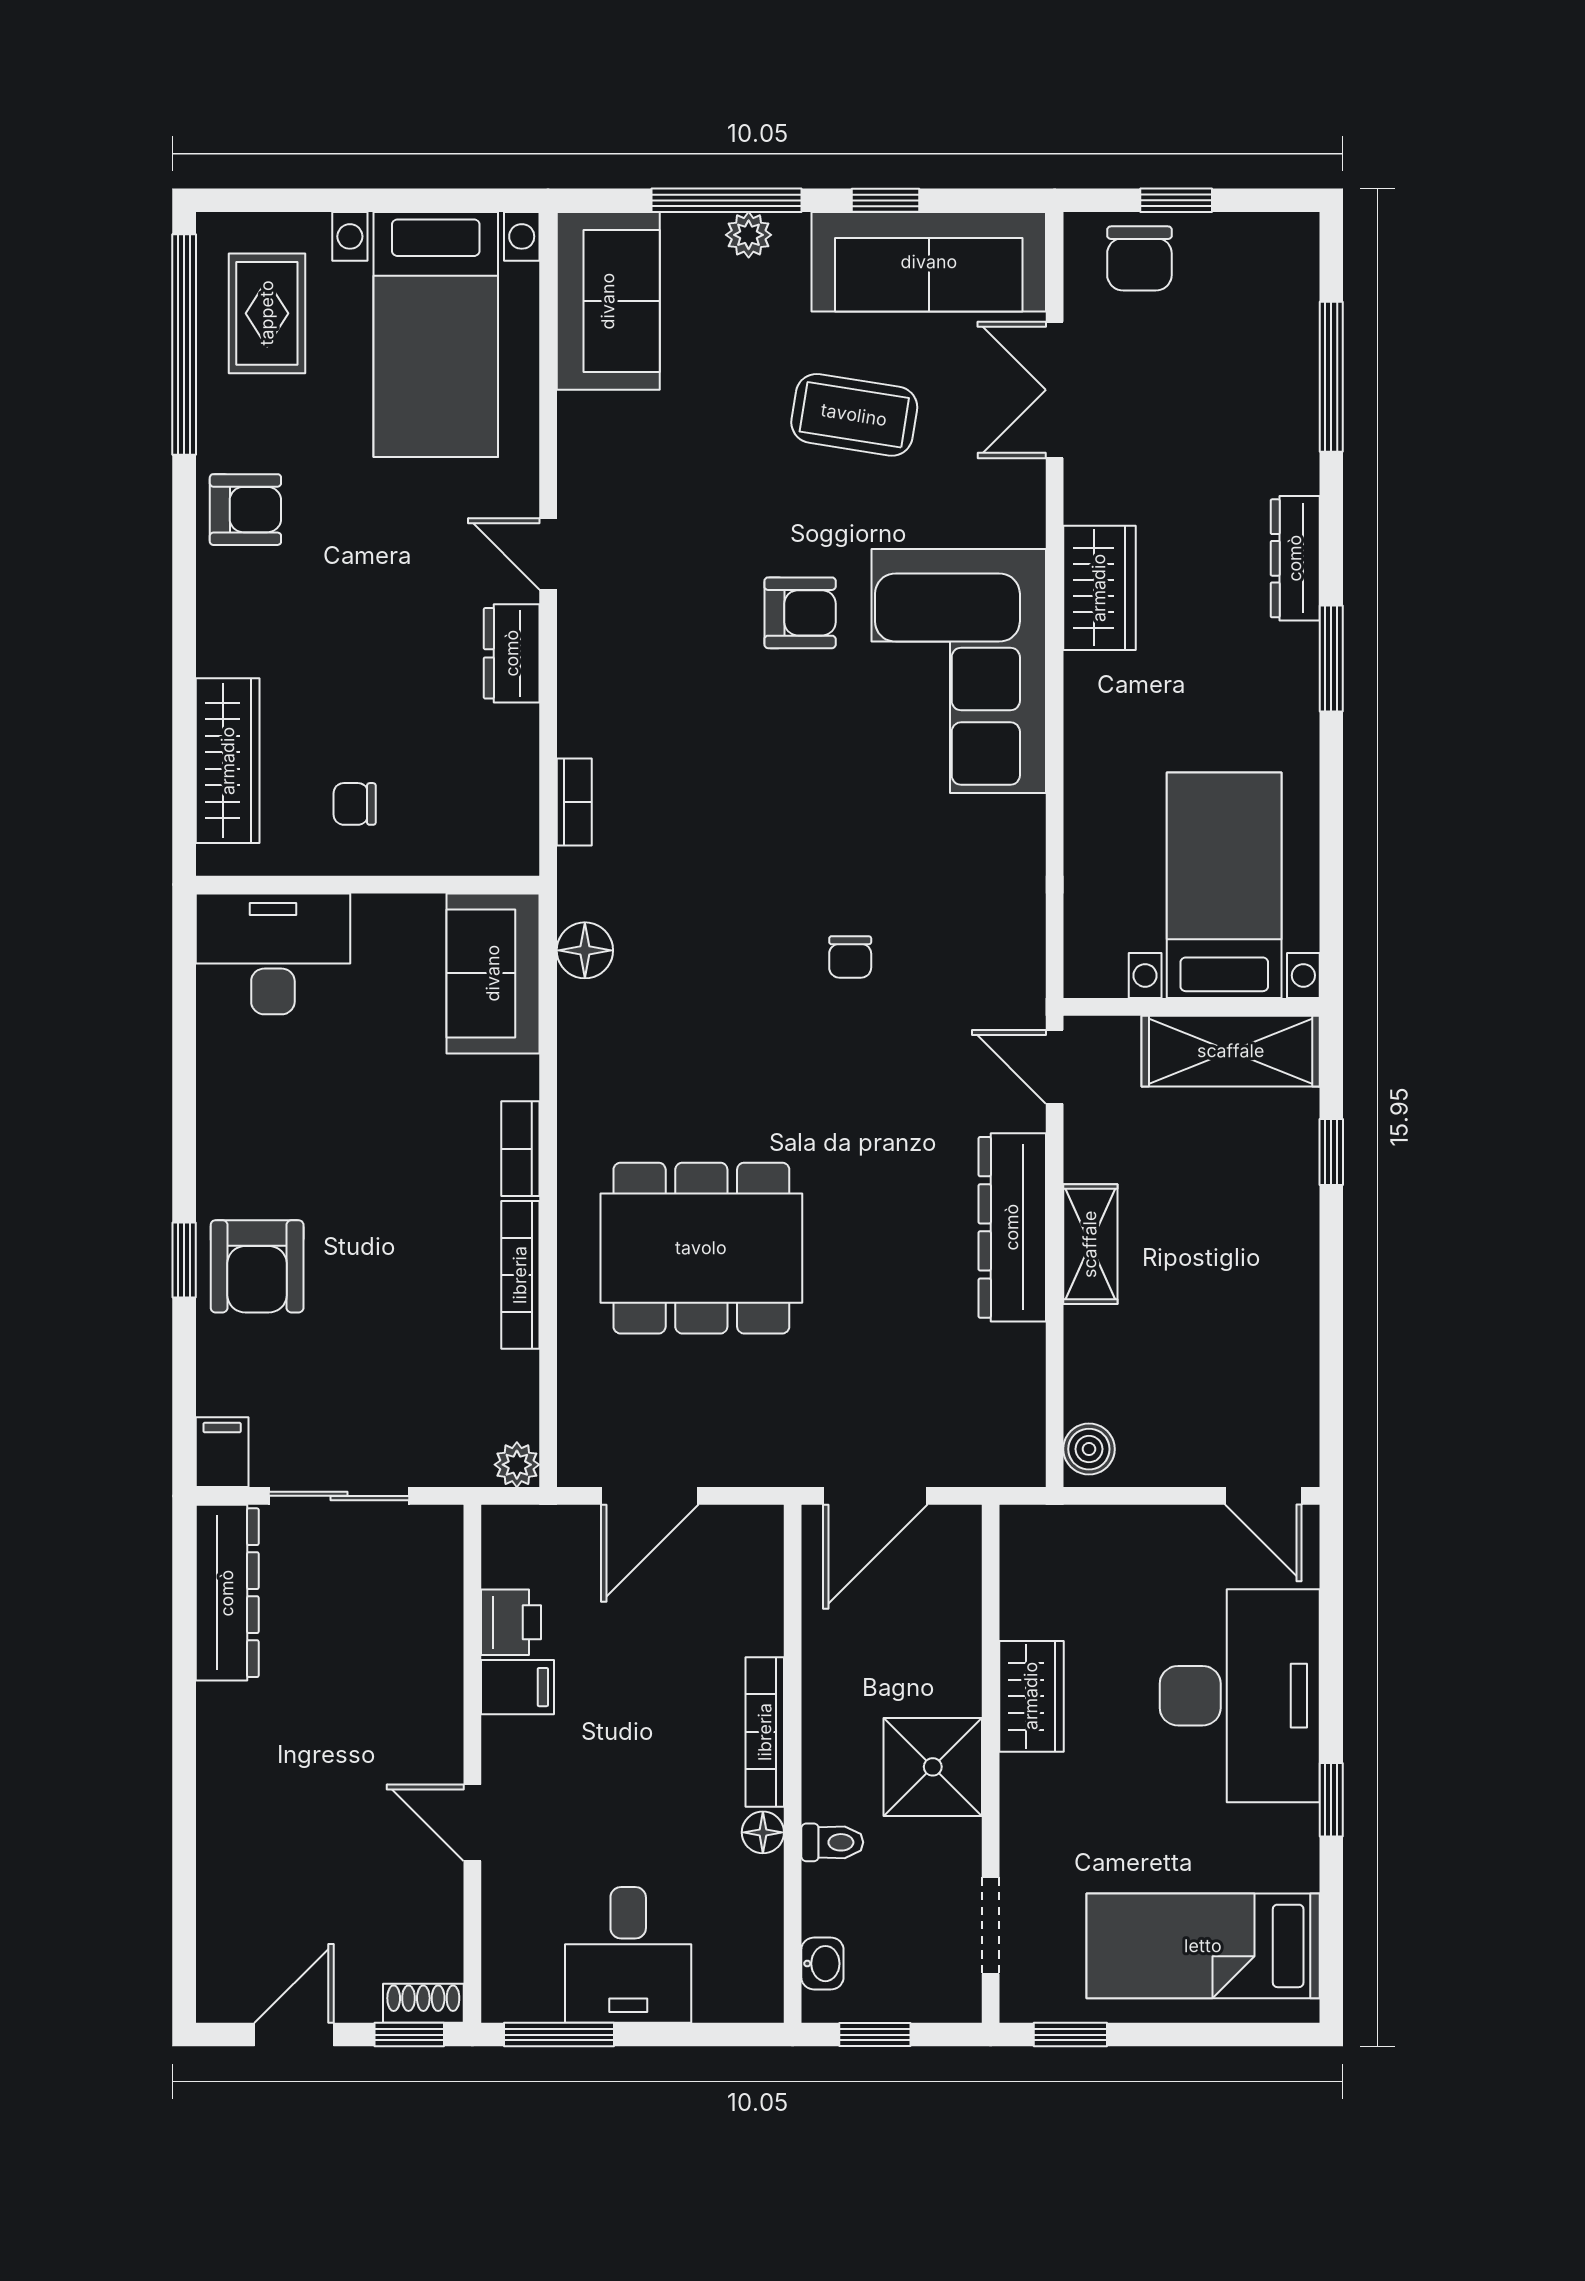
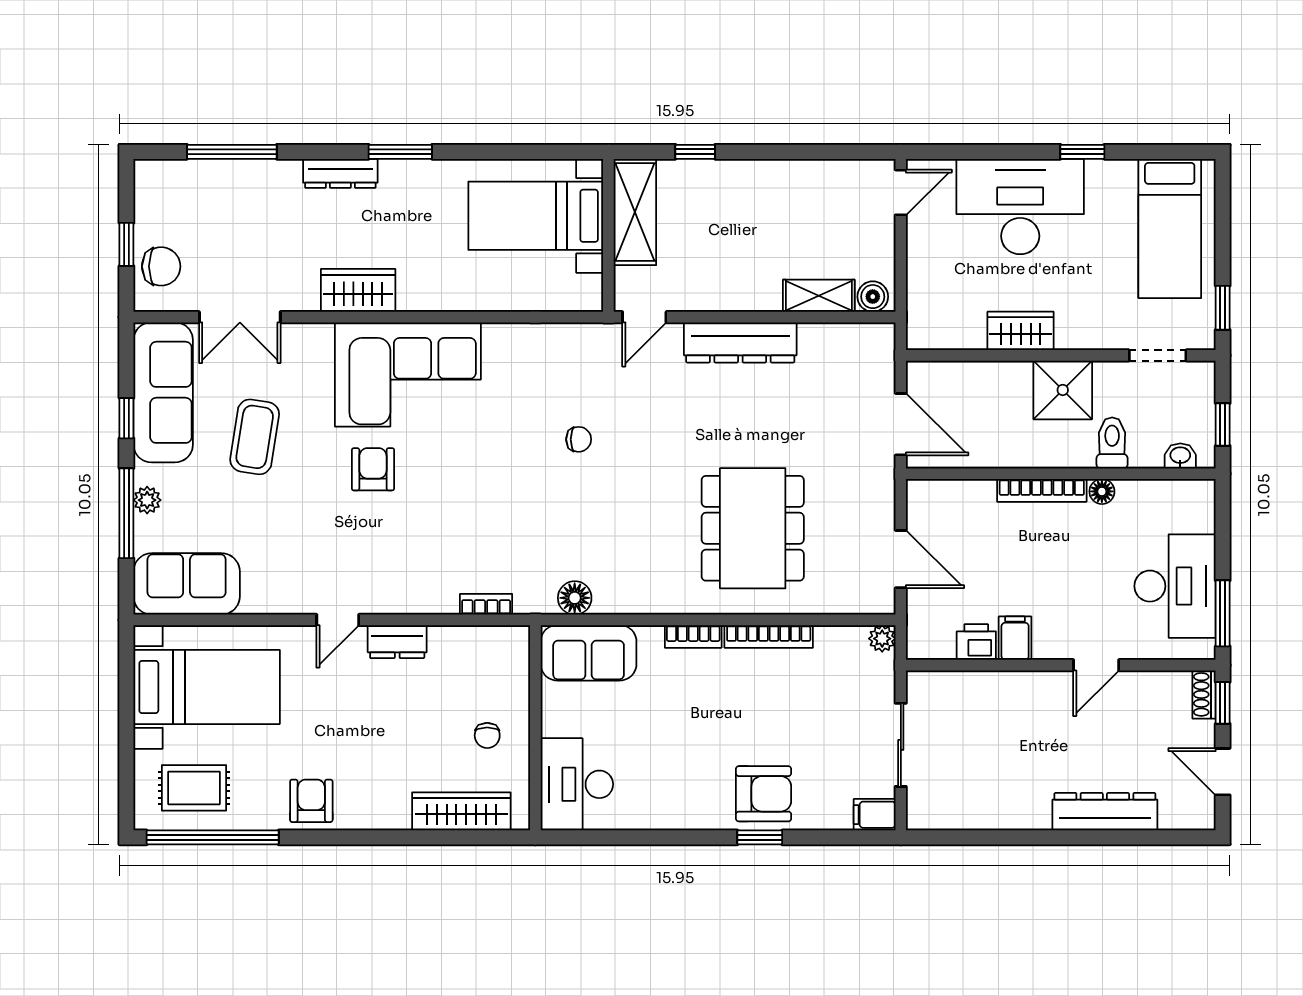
shelving: (1090, 1244) -> (819, 296), moved
dresser: (227, 1593) -> (1105, 812), moved
toilet: (832, 1842) -> (1112, 443), width x1.37, depth x1.39
desk: (628, 1955) -> (1175, 586), width x1.37

